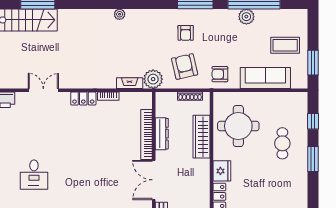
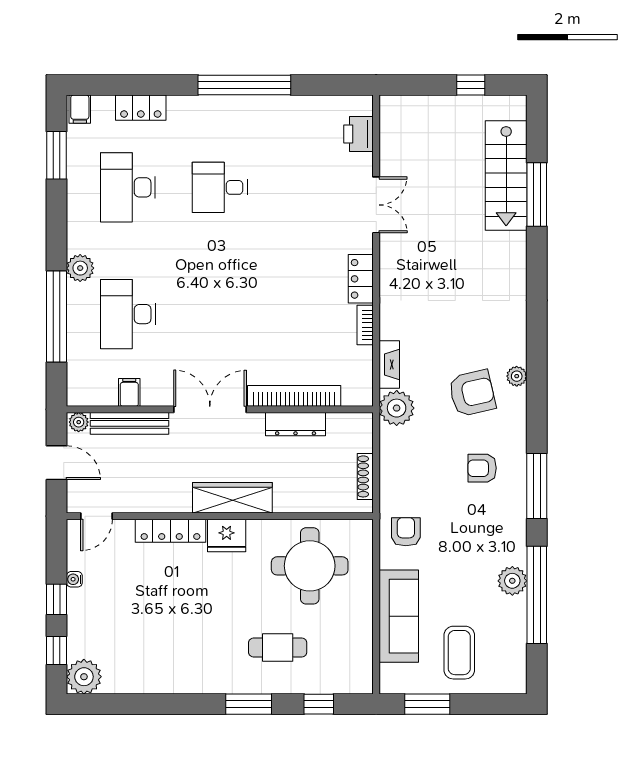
plant: (120, 14) -> (517, 376), moved
armchair: (185, 66) -> (472, 393), moved
wardrobe: (202, 137) -> (232, 498), moved

